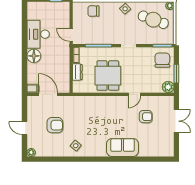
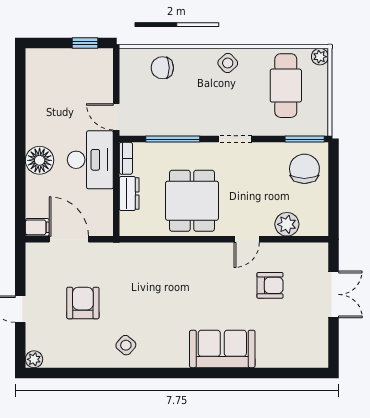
cafe table: (153, 20) -> (286, 86), turned 70
desk: (38, 34) -> (90, 160), moved, turned 180
window: (176, 74) -> (334, 197), removed
plant: (168, 87) -> (287, 224), moved
armchair: (55, 125) -> (83, 303), turned -90

